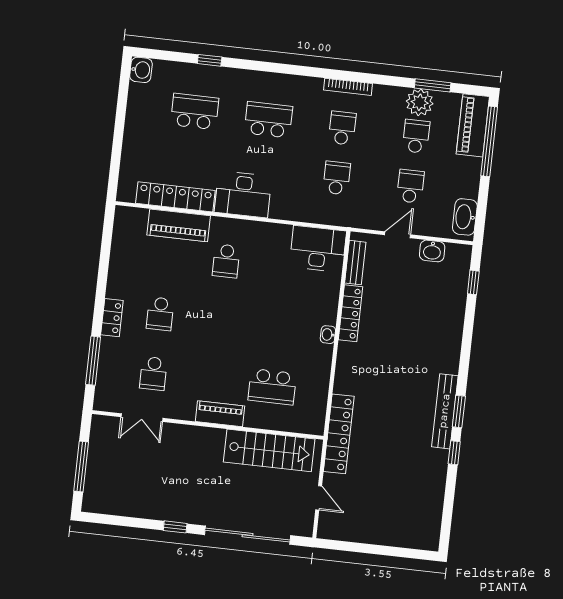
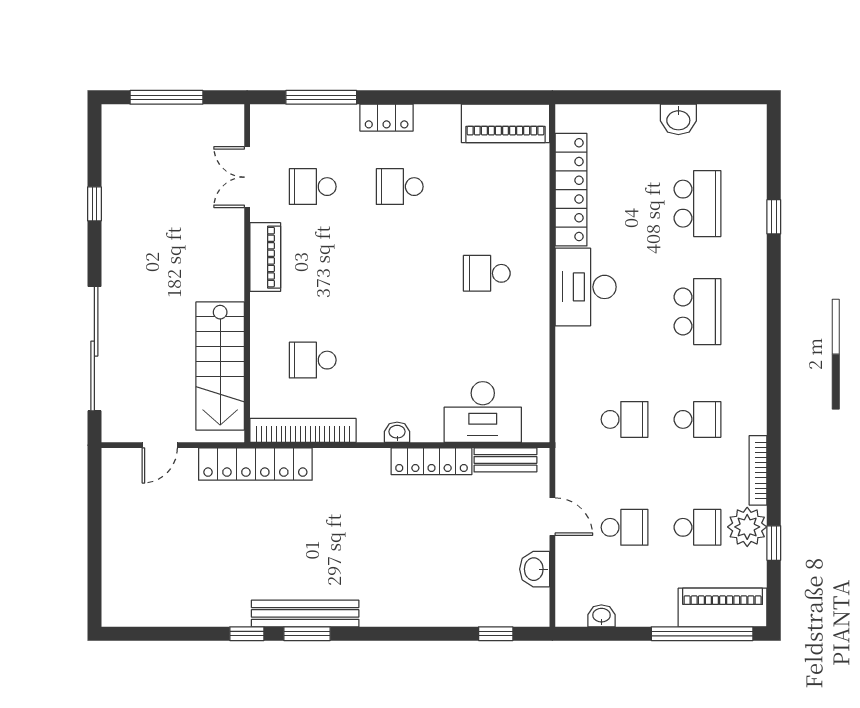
washbasin: (141, 70) -> (678, 119), moved
window: (433, 85) -> (774, 543), width x0.67
bookcase: (348, 87) -> (758, 470), moved
washbasin: (465, 217) -> (601, 616), width x0.52, depth x0.69
piano: (179, 225) -> (505, 123), moved, turned -90
desk: (318, 249) -> (483, 412), moved, turned 90
school desk: (272, 387) -> (313, 360), width x0.54
bookcase: (319, 399) -> (303, 430), added
piano: (220, 414) -> (265, 257), moved
window: (175, 527) -> (94, 204), moved

